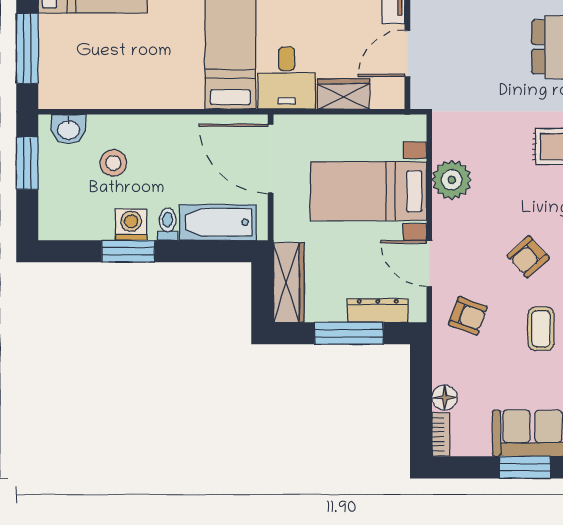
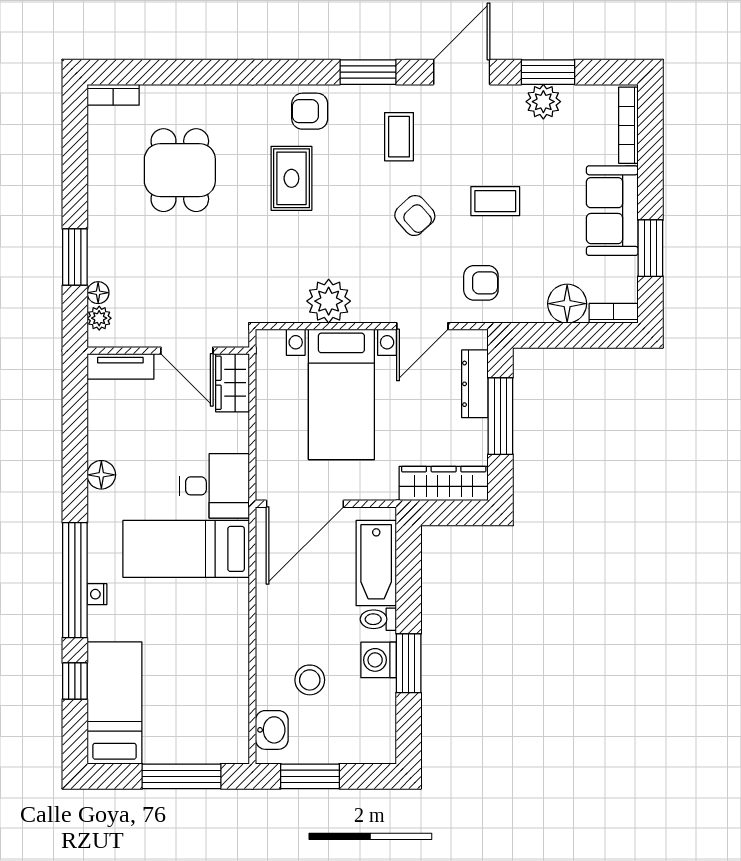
wardrobe: (343, 94) -> (233, 383), moved
armchair: (468, 316) -> (481, 283), turned 70
floor lamp: (445, 398) -> (567, 304), width x1.38, depth x1.38
window: (525, 467) -> (650, 248), moved

